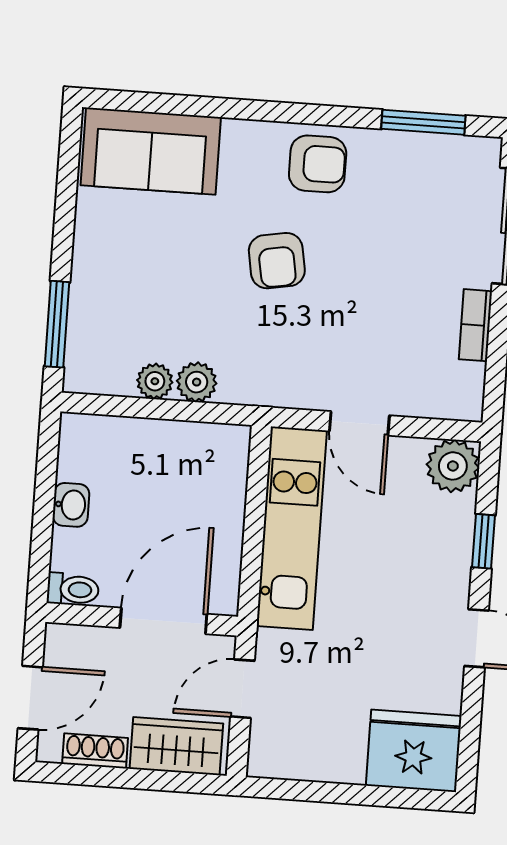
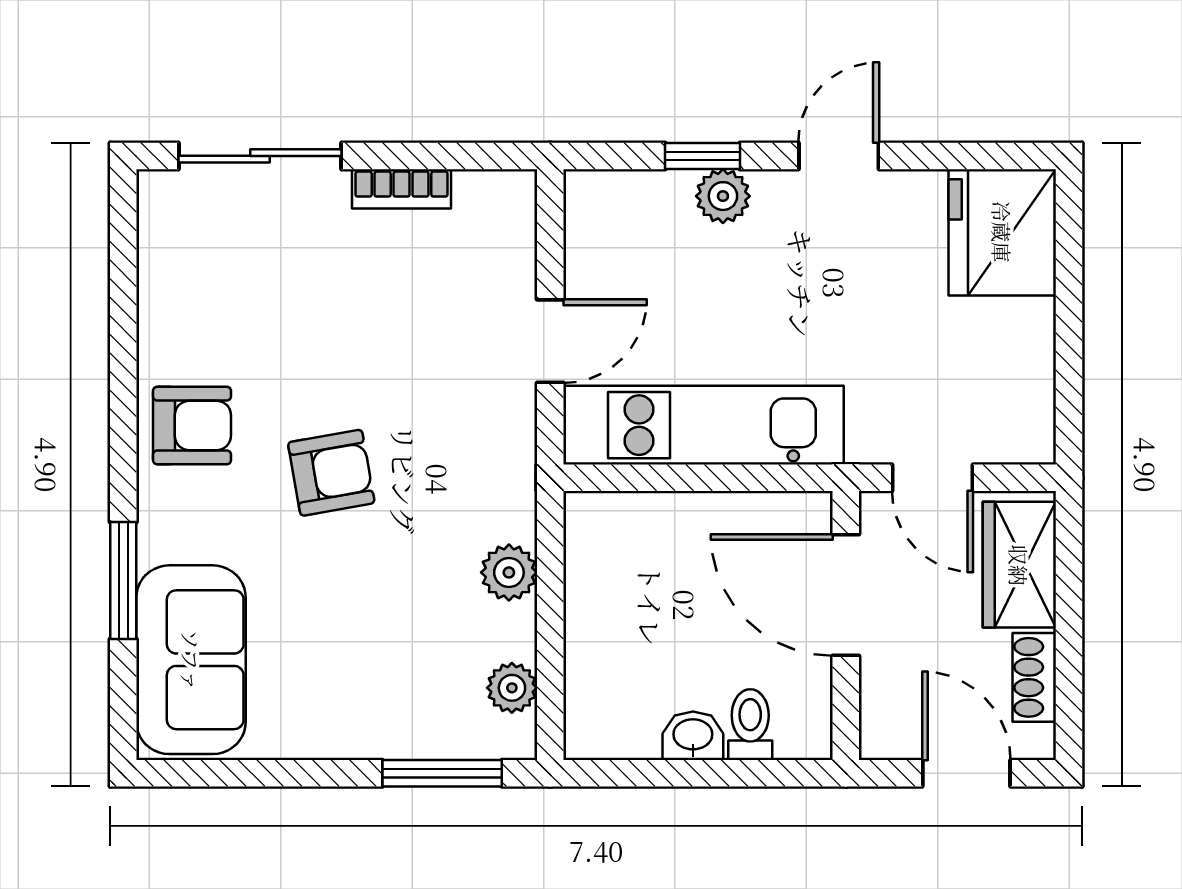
window: (423, 122) -> (123, 580), moved
armchair: (318, 164) -> (192, 425), turned 90
plant: (155, 381) -> (512, 688), moved
plant: (453, 466) -> (723, 196), moved, width x0.73, depth x0.73
toilet: (73, 589) -> (750, 725), moved

